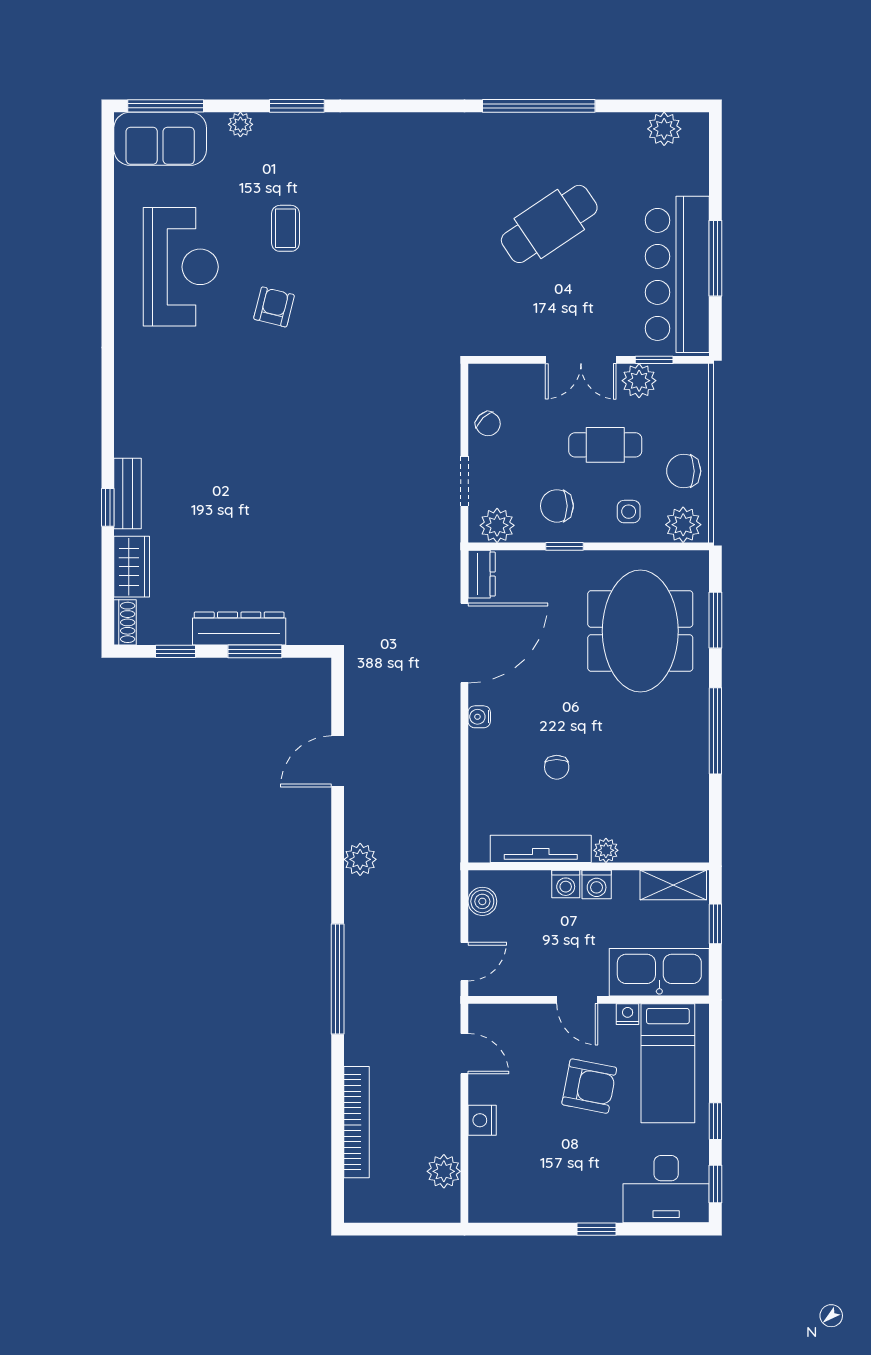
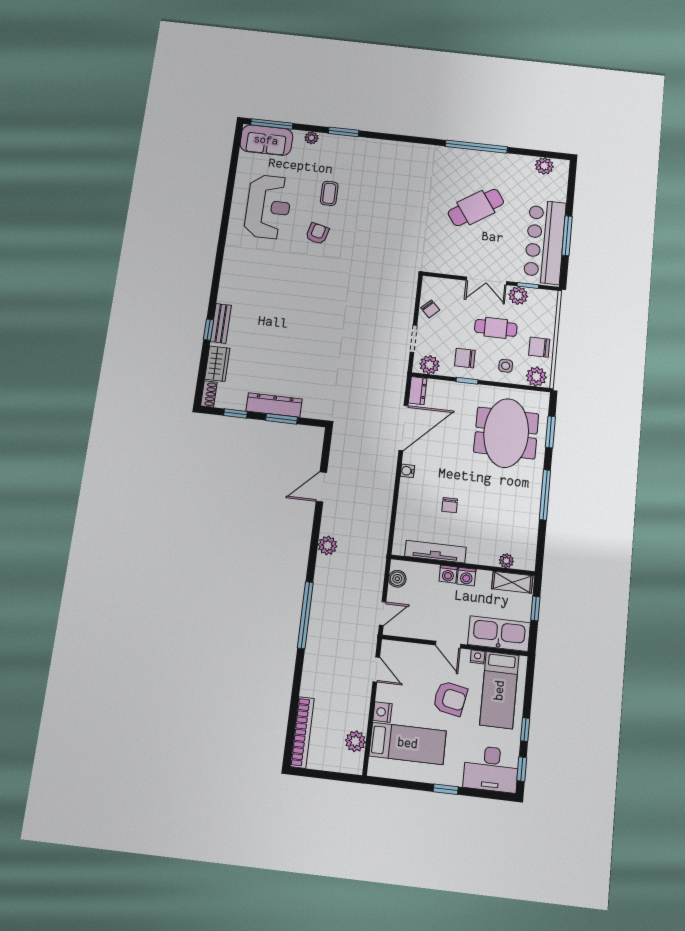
plant: (606, 850) -> (506, 561), moved
bookcase: (357, 1122) -> (302, 732), moved
bed: (528, 1165) -> (408, 743), added

